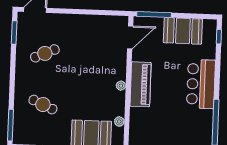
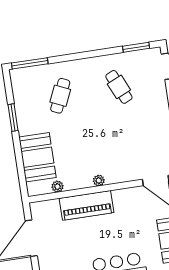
piano: (141, 84) -> (87, 205), moved

